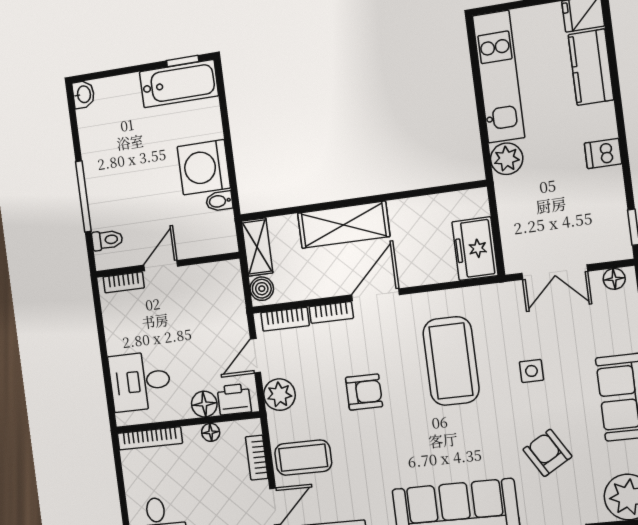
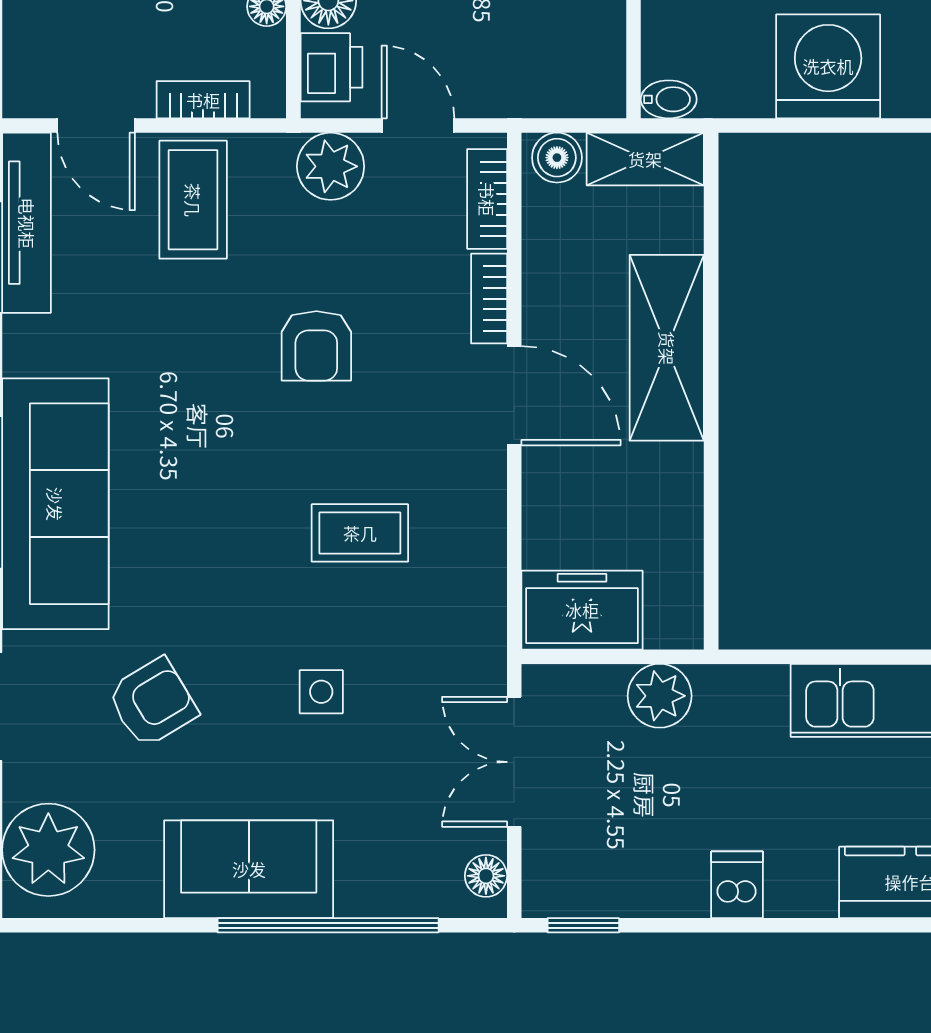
plant: (507, 159) -> (660, 696), moved
bidet: (219, 201) -> (669, 99), moved, turned 90
coffee table: (451, 361) -> (360, 533), width x0.54, depth x0.58

